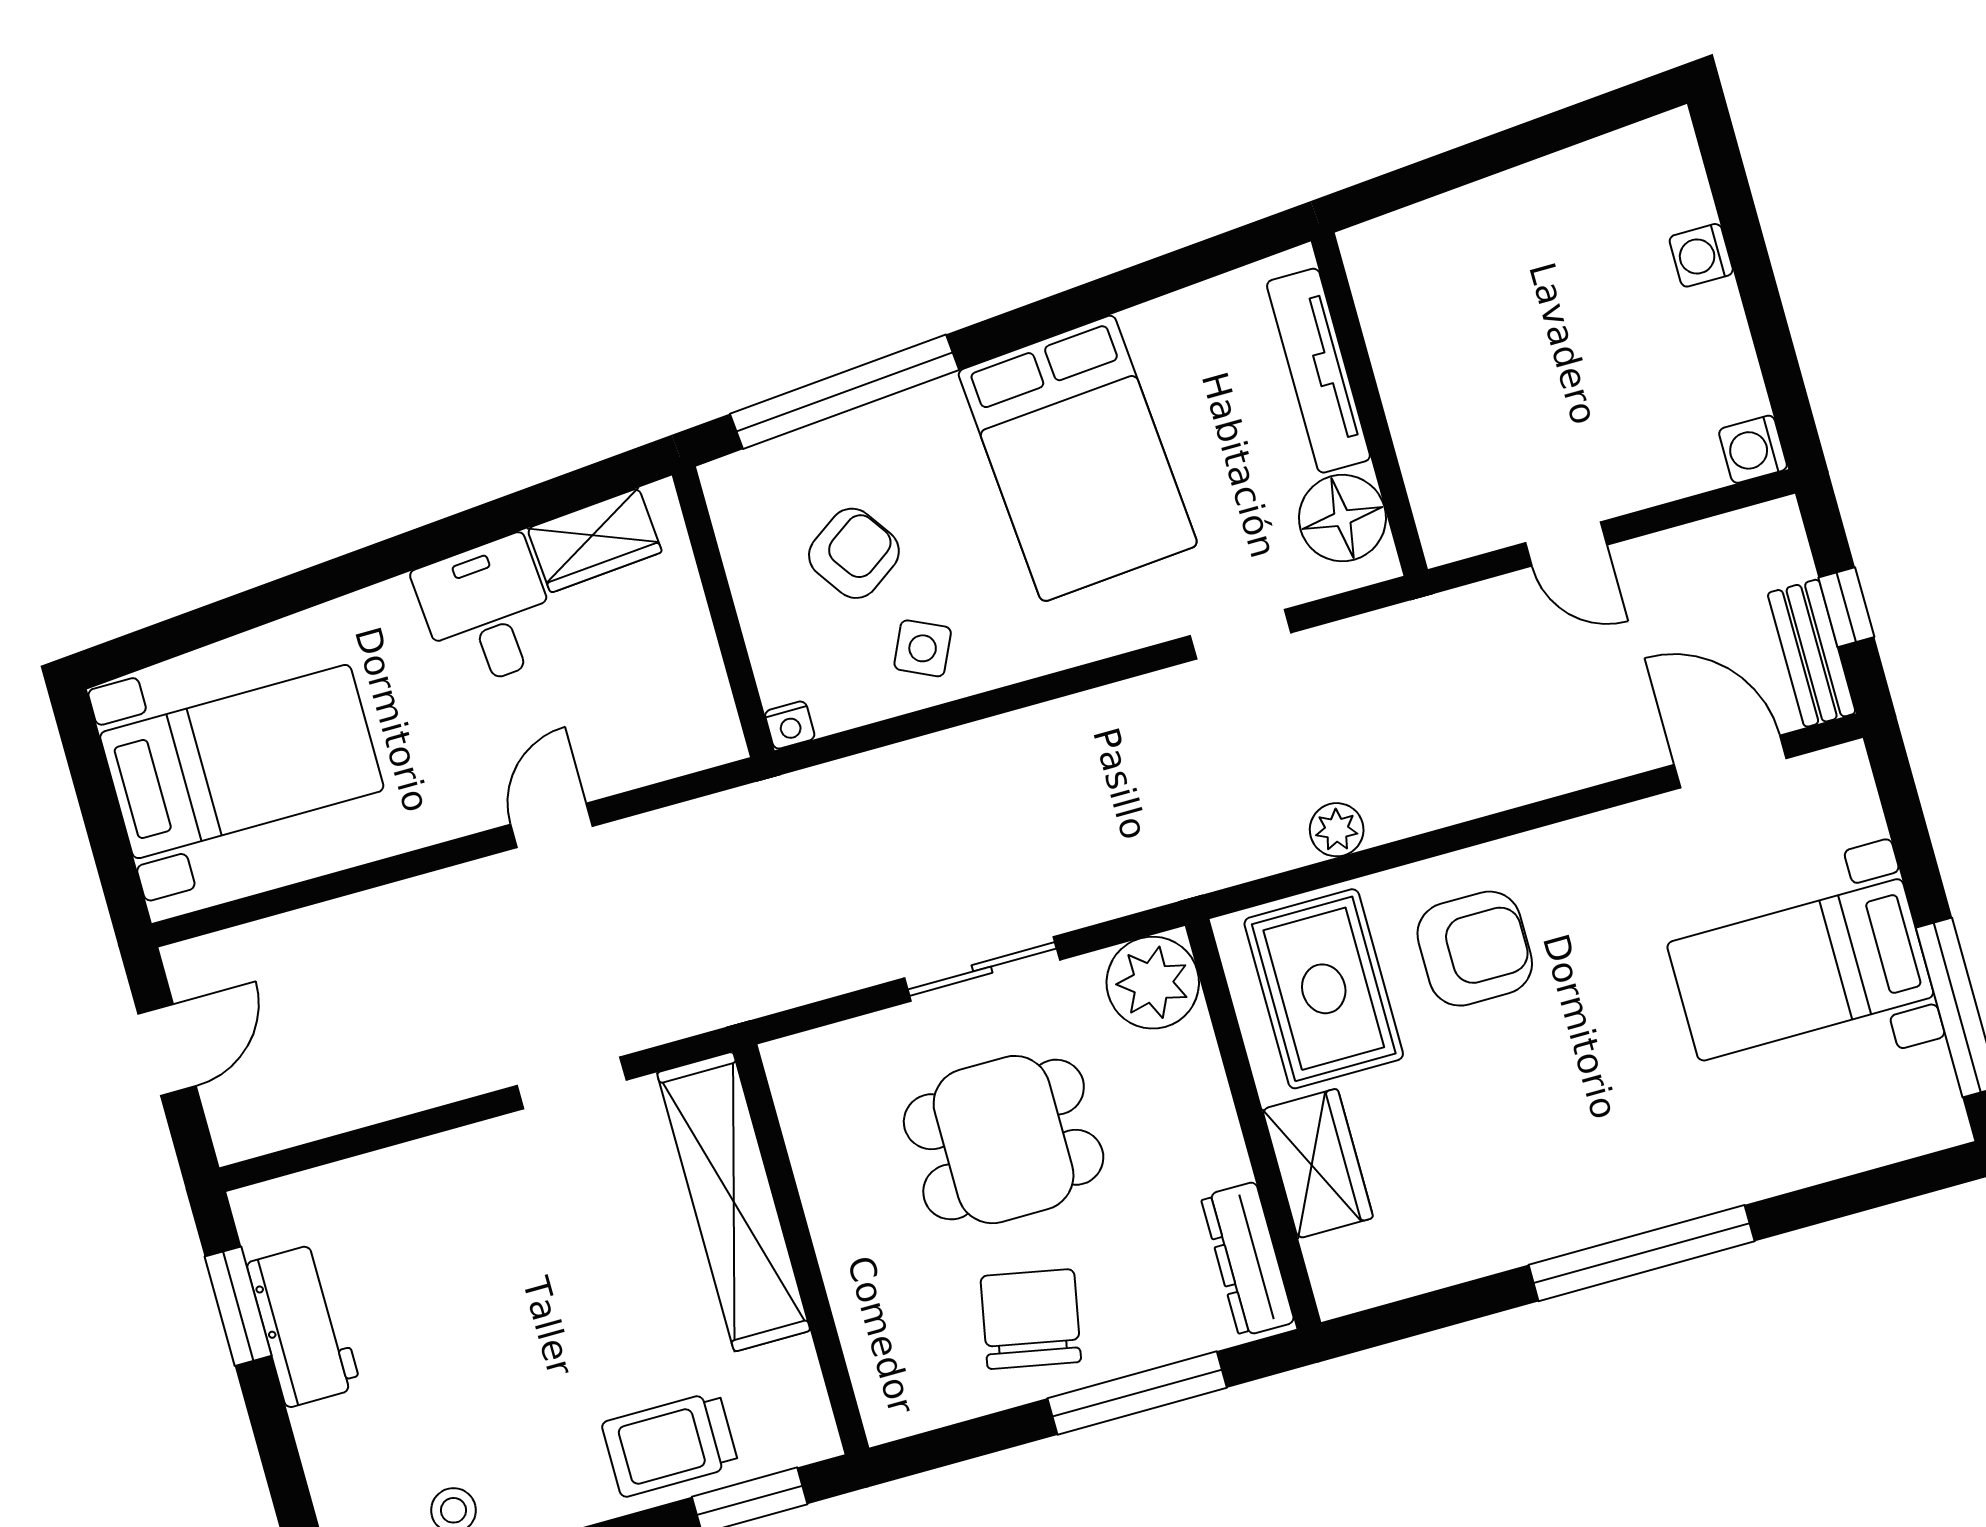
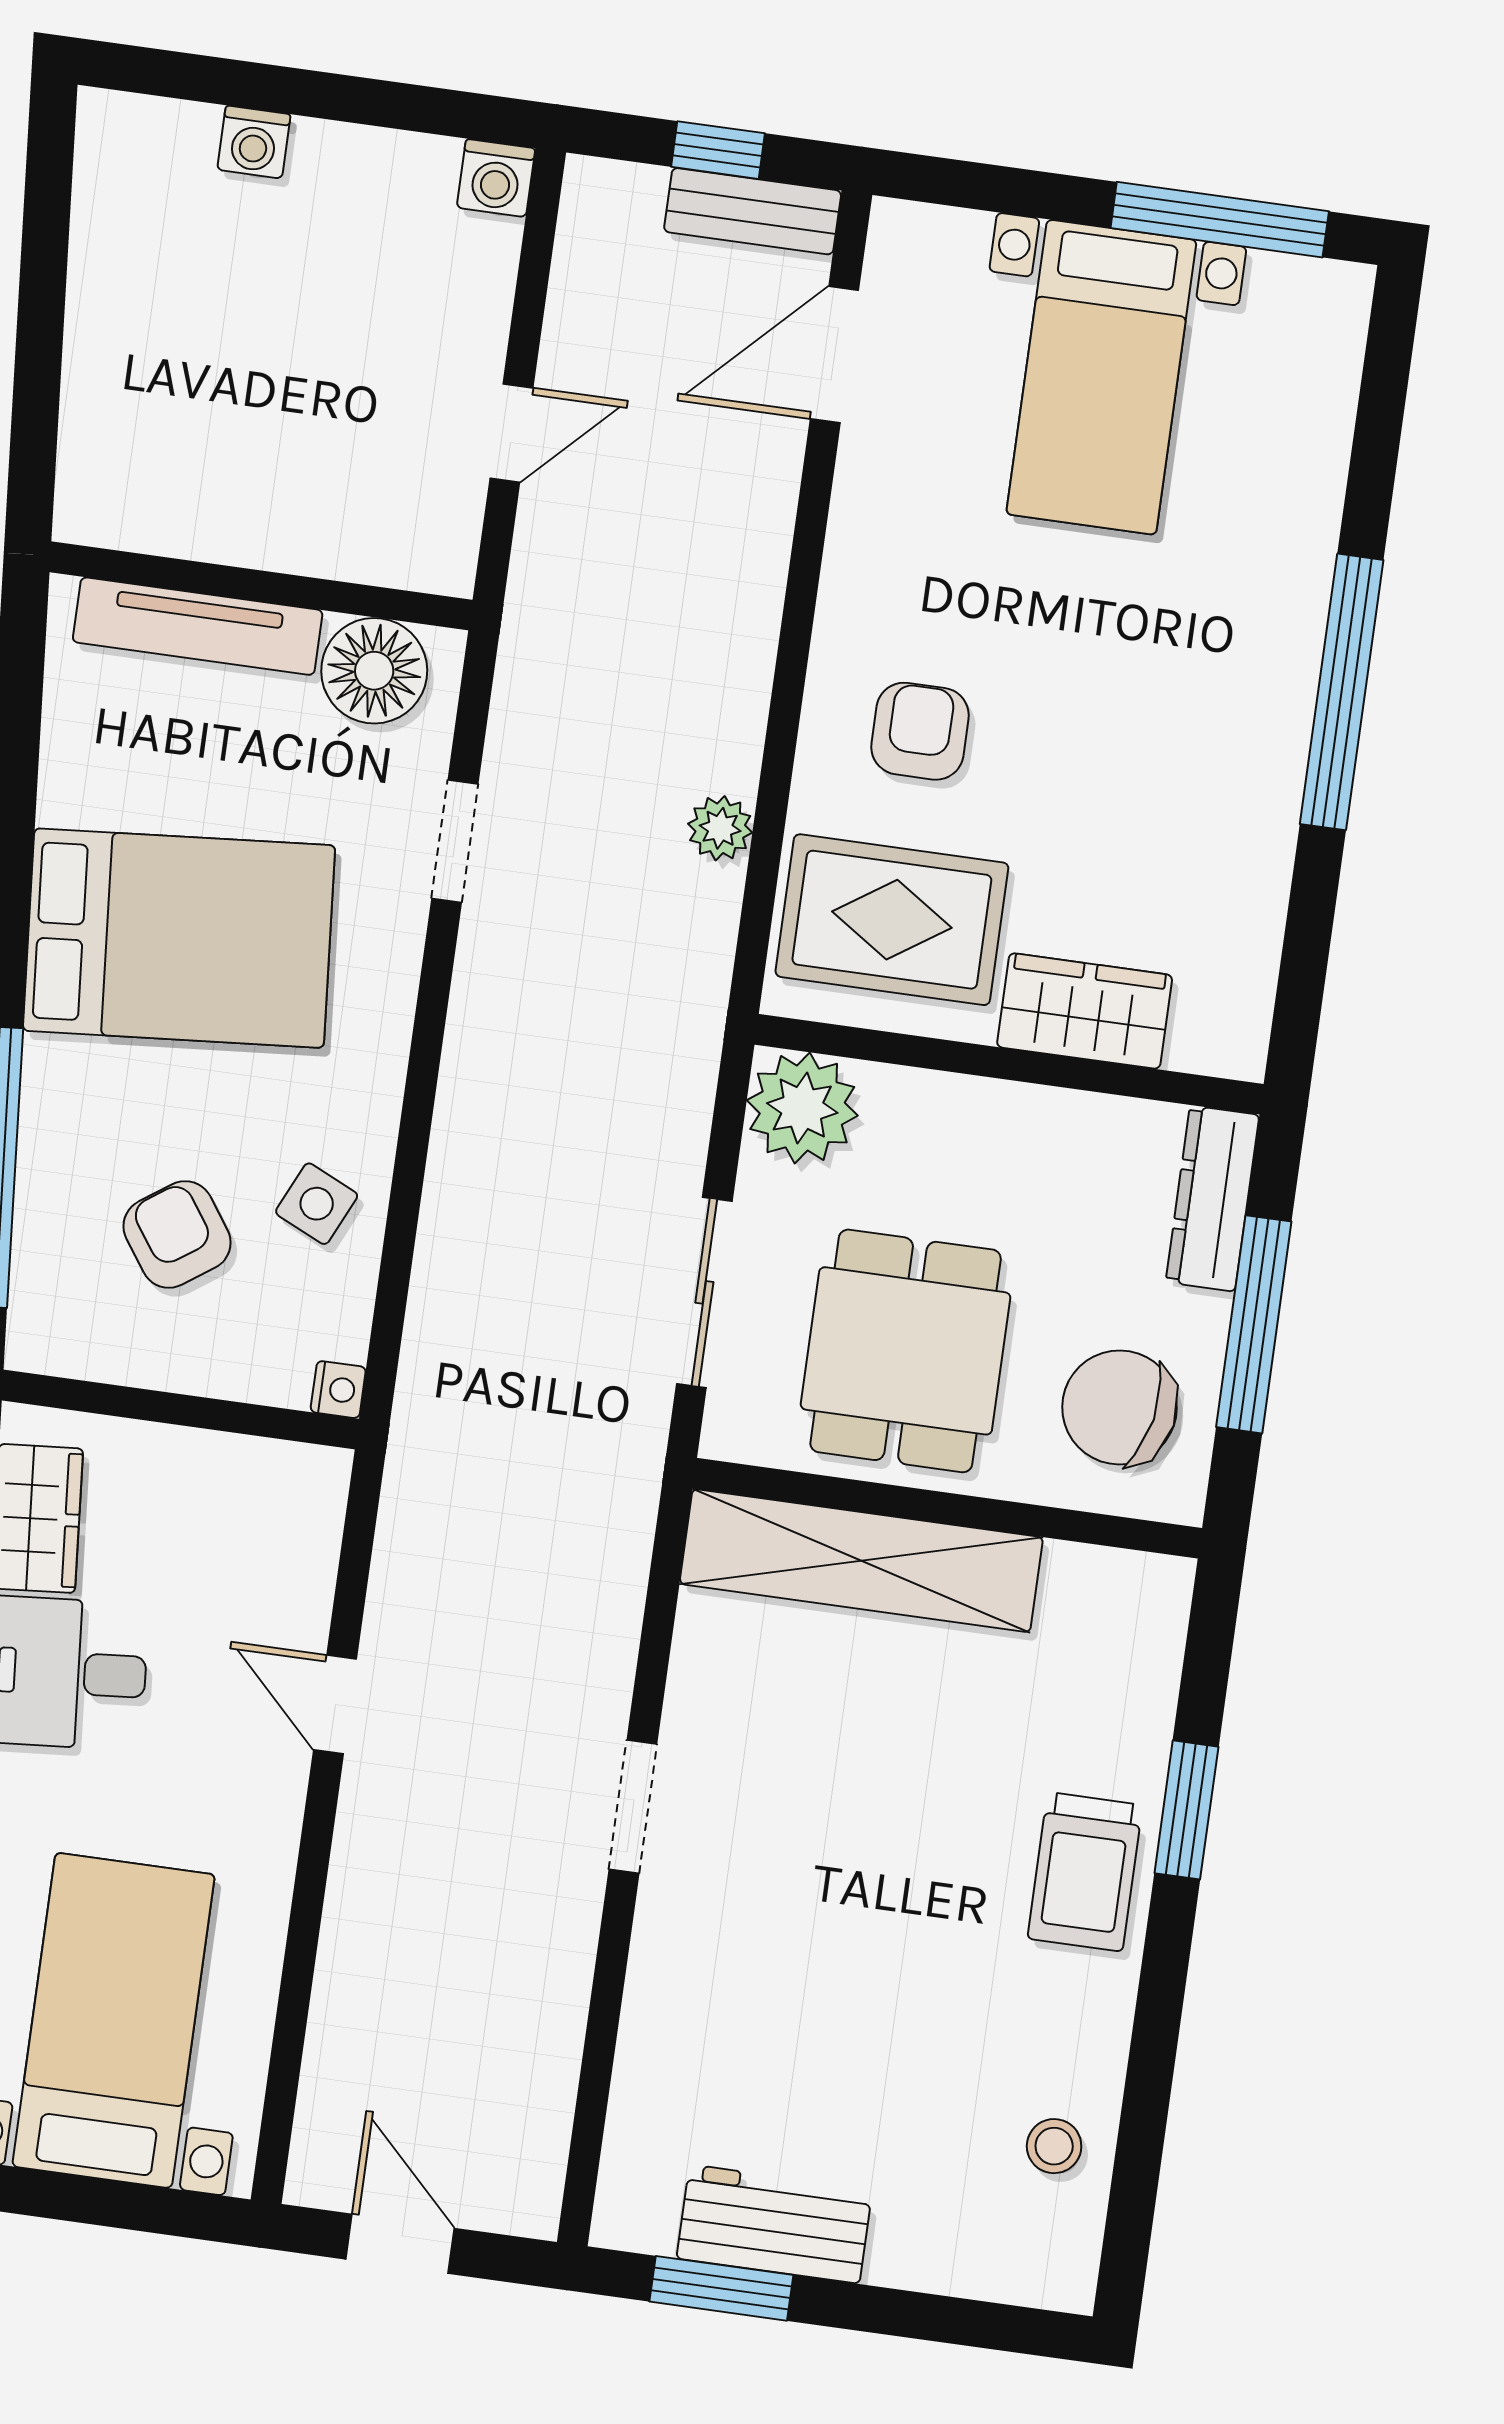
armchair: (1475, 949) -> (920, 731), width x0.72, depth x0.72
shelving: (734, 1202) -> (861, 1561), moved
wall: (801, 1249) -> (947, 1508), moved
dresser: (1248, 1259) -> (1212, 1199), moved, turned 90

